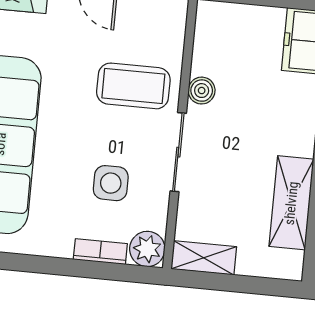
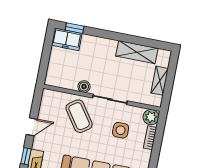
coffee table: (133, 86) -> (79, 116), turned -35
shelving: (204, 258) -> (160, 81), moved

